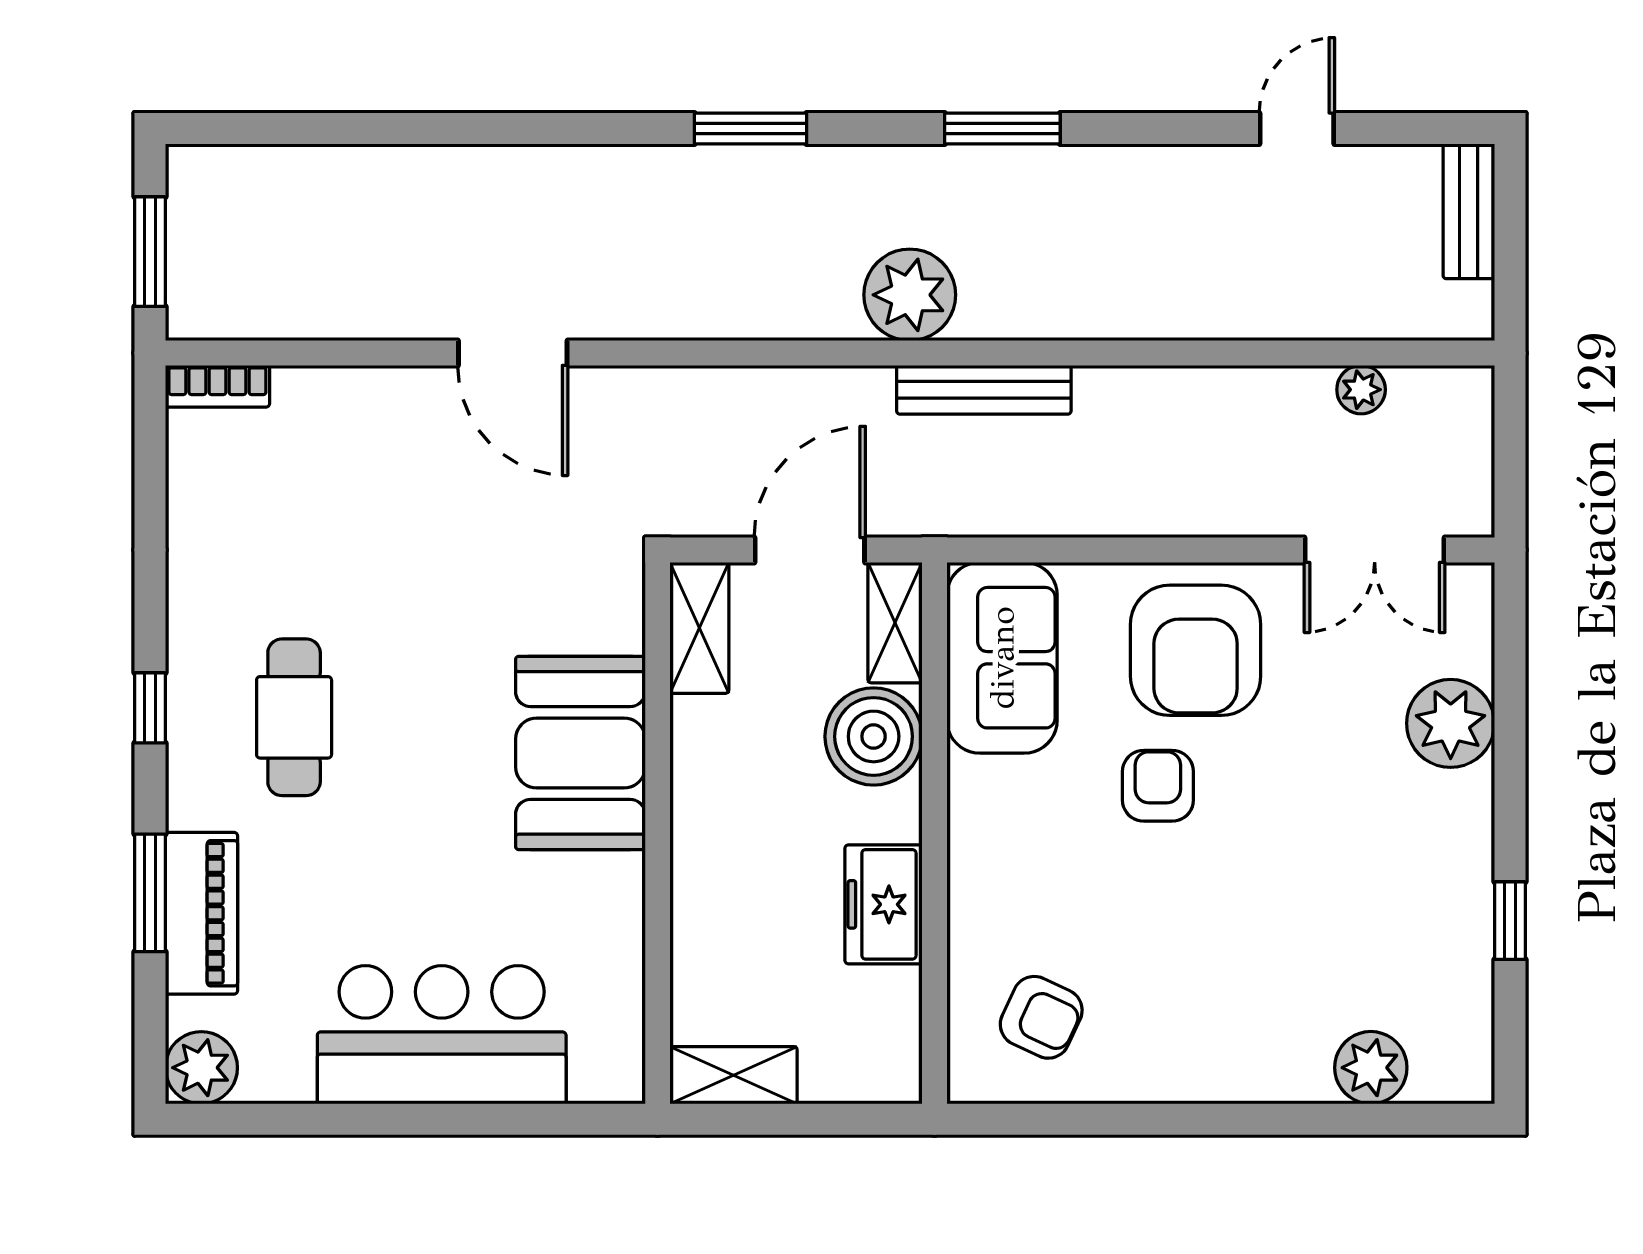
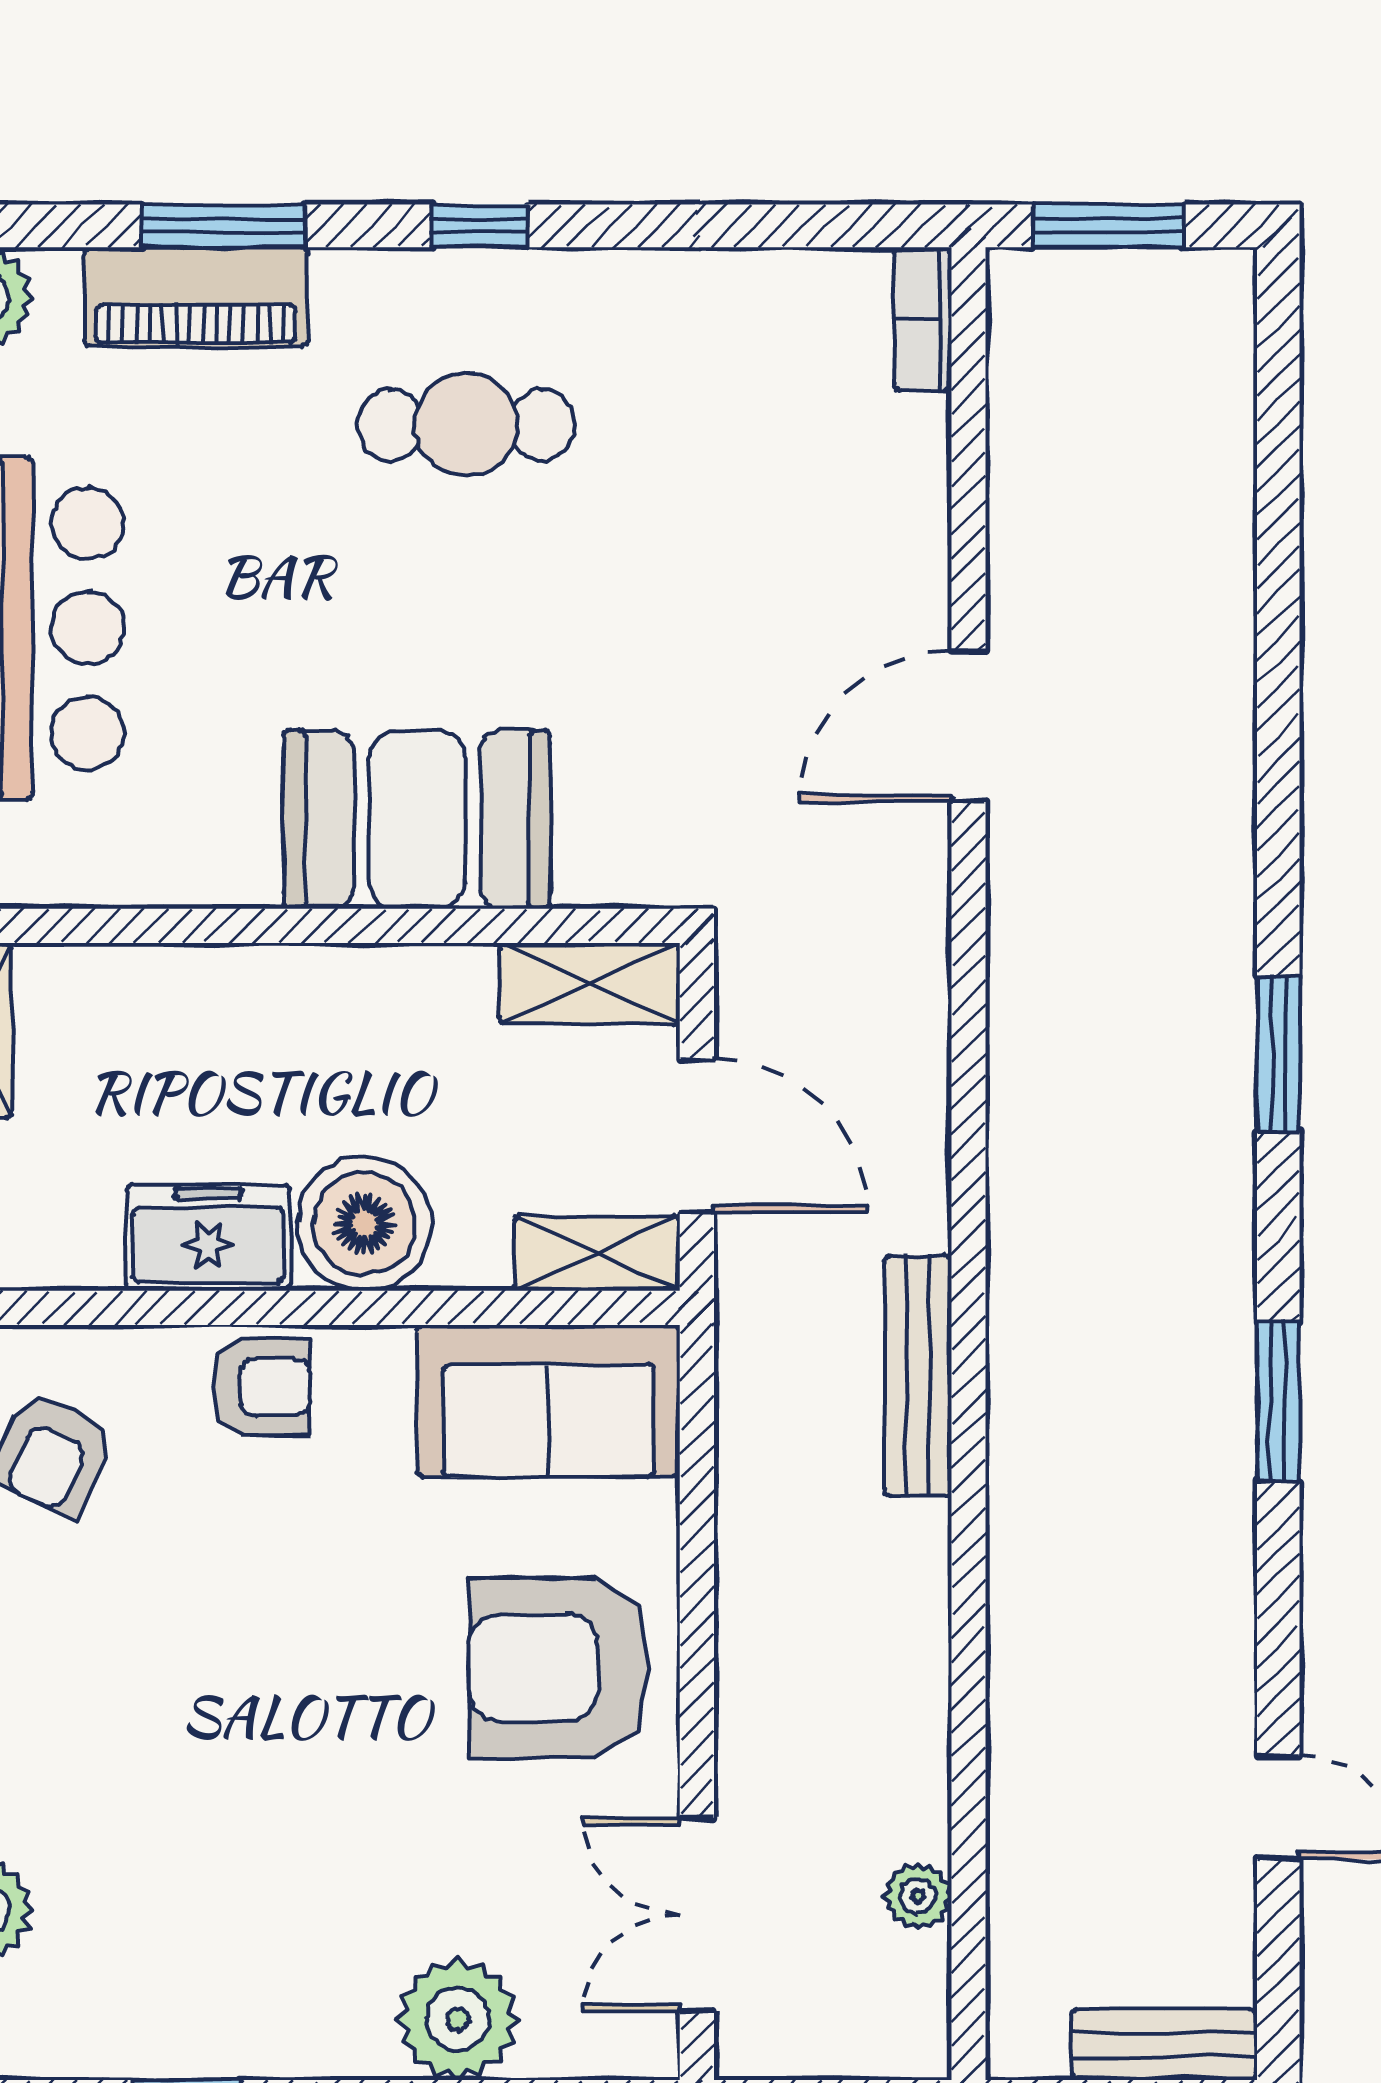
plant: (910, 295) -> (1049, 1274), removed
boiler: (874, 736) -> (364, 1224), moved
armchair: (1158, 786) -> (261, 1387), moved

